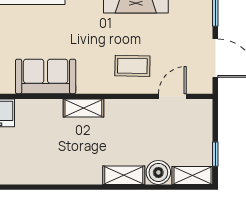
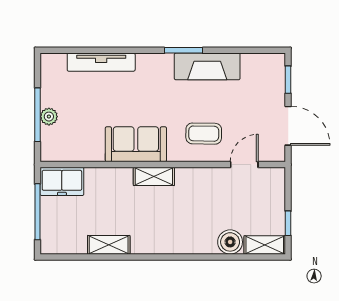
sofa: (46, 76) -> (136, 144), moved
shelving: (124, 175) -> (109, 245), moved

